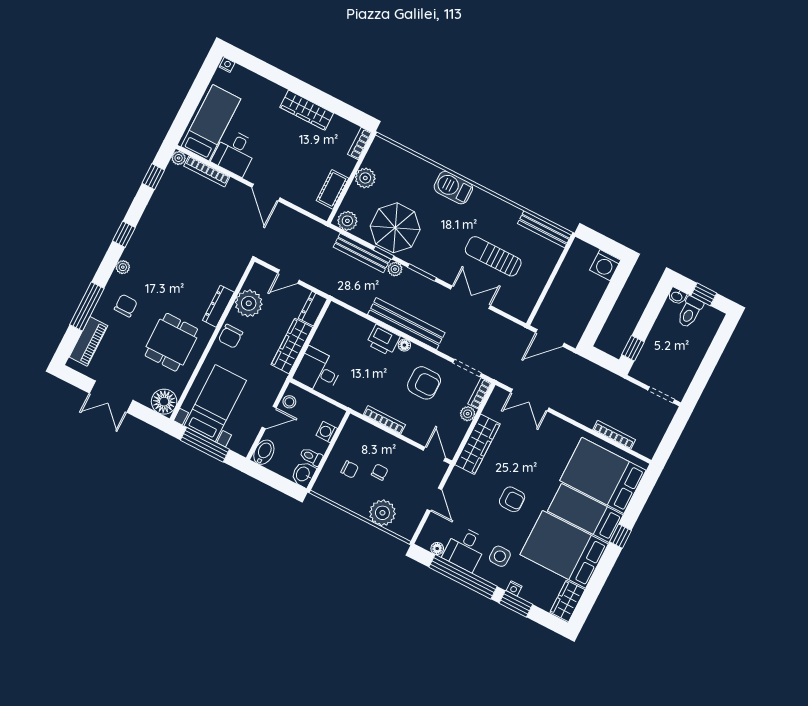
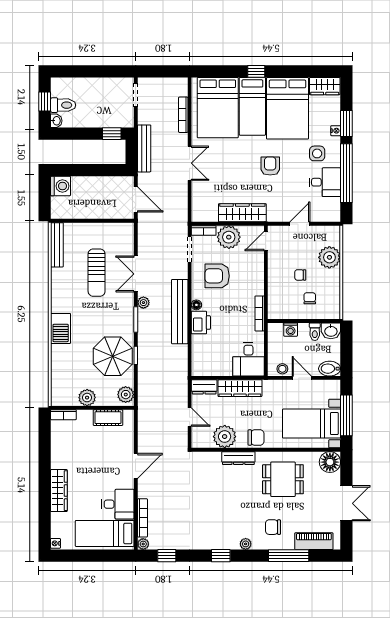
wardrobe: (307, 110) -> (59, 491), moved
bench: (362, 253) -> (144, 148), moved
plant: (395, 269) -> (143, 303), moved
armchair: (424, 383) -> (217, 276), turned -90
double door: (530, 400) -> (190, 163), moved
plant: (468, 414) -> (229, 237), width x1.88, depth x1.88
bookcase: (384, 420) -> (260, 313), moved
floor lamp: (437, 549) -> (335, 203), removed

